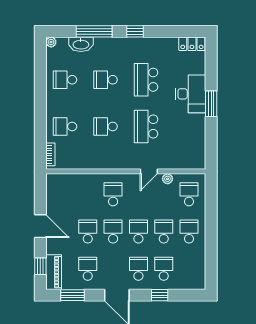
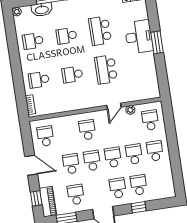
school desk: (62, 194) -> (45, 136), added

